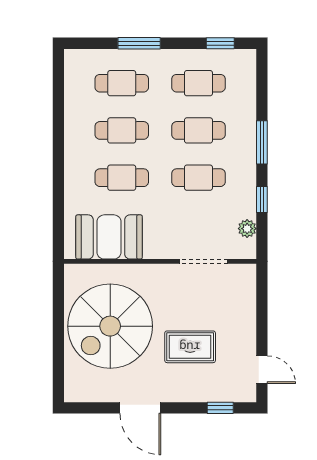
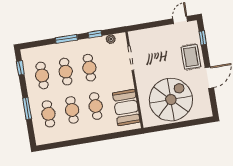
spiral stairs: (110, 326) -> (171, 100), turned -90
rug: (190, 347) -> (191, 57), moved

